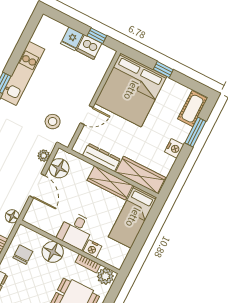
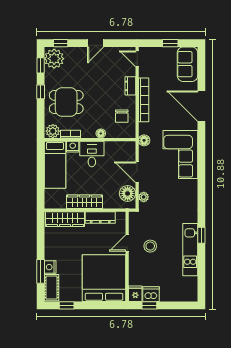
fridge: (72, 39) -> (135, 294), moved
window: (163, 70) -> (67, 305), moved
stool: (53, 122) -> (150, 246), moved
nightstand: (174, 148) -> (50, 267), moved
bed: (133, 217) -> (55, 165), moved, turned 180
floor lamp: (53, 252) -> (101, 133), width x0.53, depth x0.53

